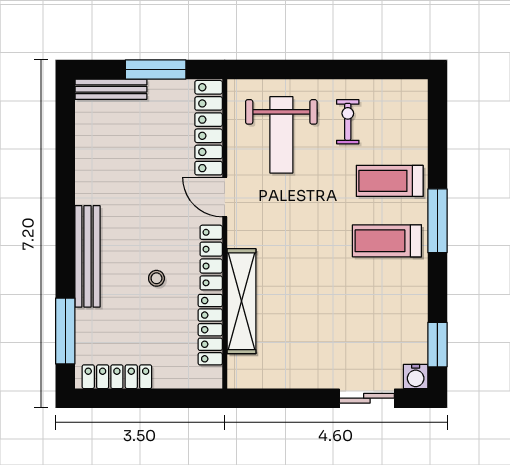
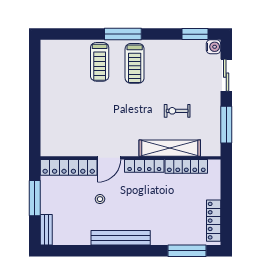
bench: (111, 89) -> (46, 230), width x0.73
exercise bike: (348, 122) -> (177, 111), moved
weight bench: (281, 135) -> (73, 125), removed
bench: (87, 256) -> (121, 238), moved
stool: (156, 278) -> (100, 199), moved
window: (282, 398) -> (226, 125), added

